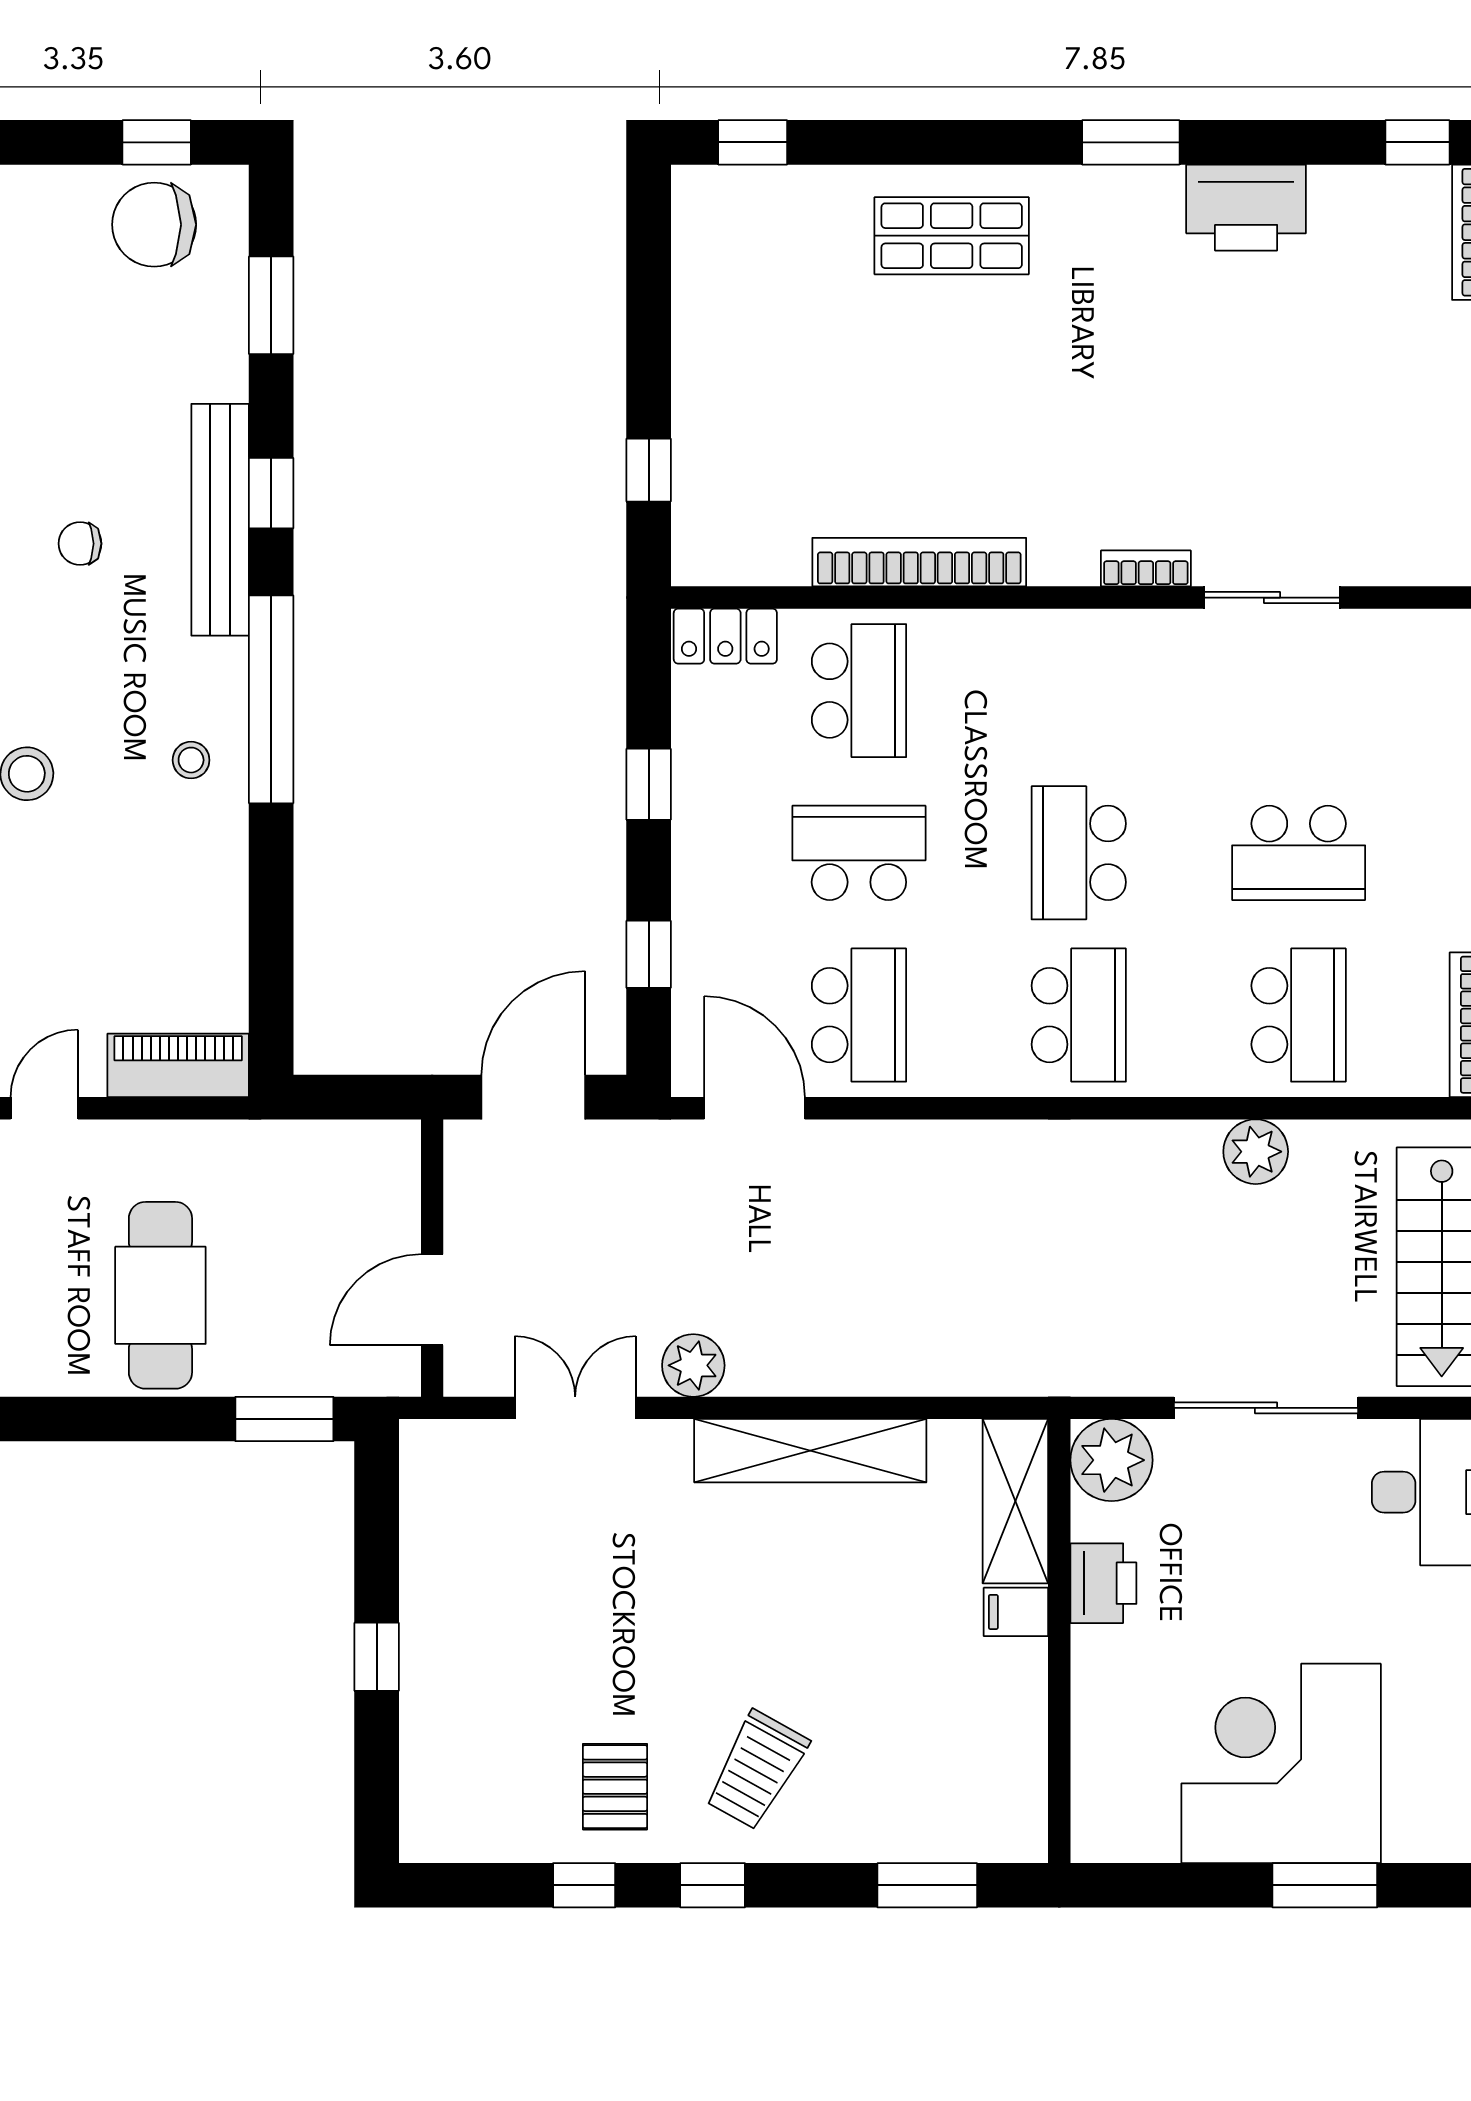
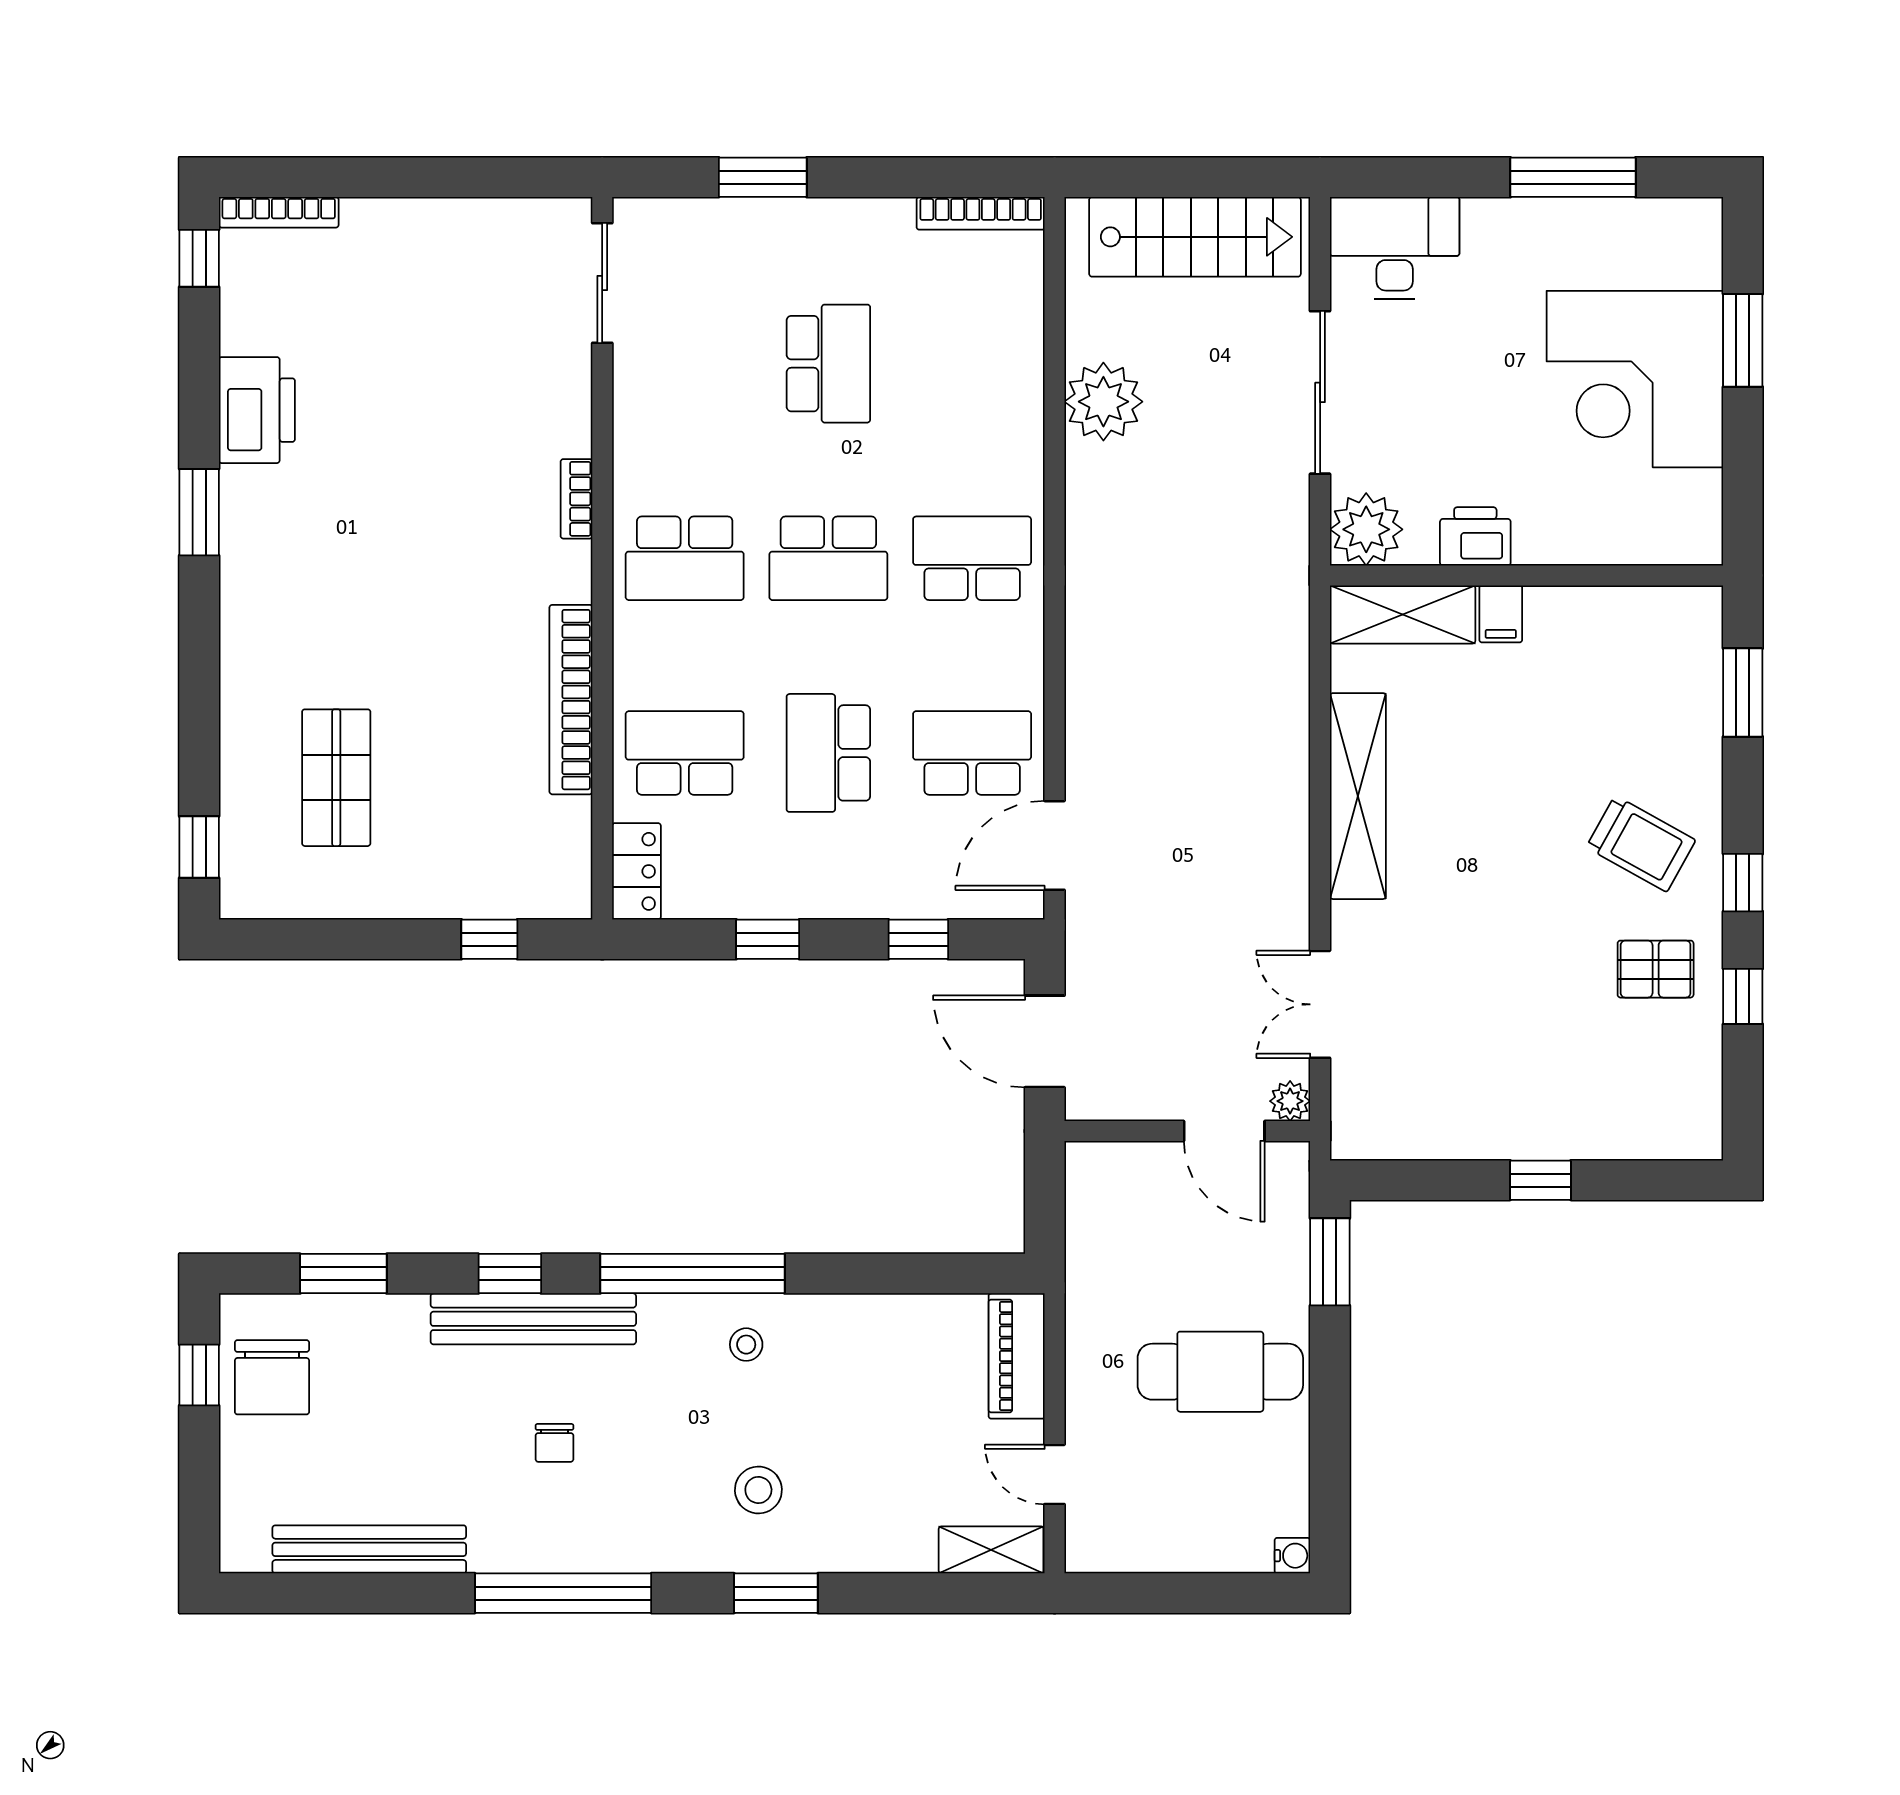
shop shelf: (952, 236) -> (336, 778), moved
sliding door: (1272, 598) -> (602, 283), moved
school desk: (1299, 1015) -> (685, 558), moved, turned 180
plant: (1256, 1152) -> (1103, 402), width x1.36, depth x1.36
plant: (693, 1365) -> (1290, 1101), moved, width x0.73, depth x0.73

